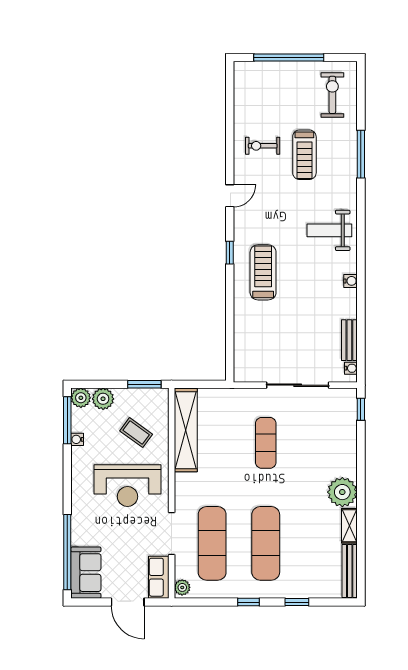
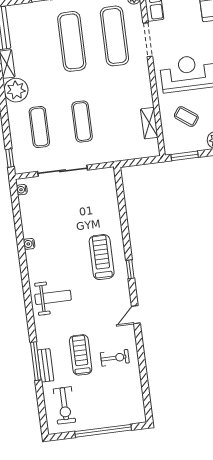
treadmill: (263, 272) -> (102, 257), turned 180
water cooler: (350, 281) -> (29, 244), moved
bench: (349, 340) -> (46, 365), moved
shelving: (186, 430) -> (149, 123), width x0.45, depth x0.75
exercise mat: (319, 443) -> (39, 127), added

